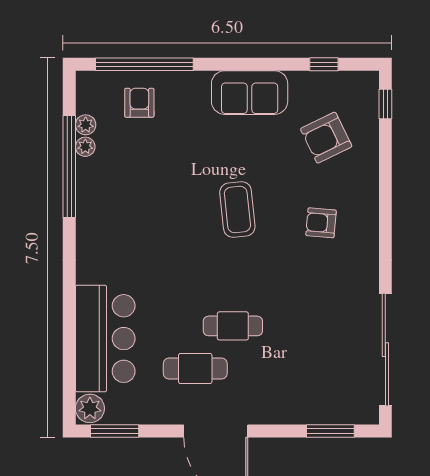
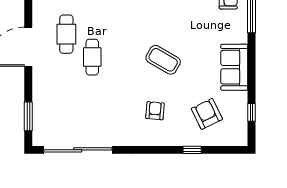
window: (385, 104) -> (192, 150), moved
coffee table: (237, 210) -> (163, 60), turned 36

